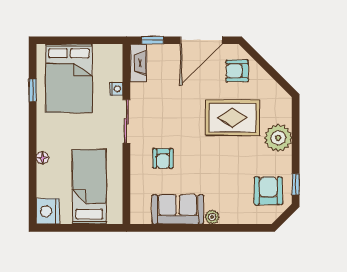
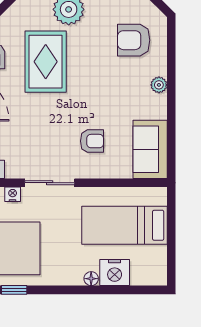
armchair: (268, 191) -> (134, 40), moved
sofa: (178, 209) -> (150, 149), moved
nightstand: (48, 211) -> (115, 272), moved

